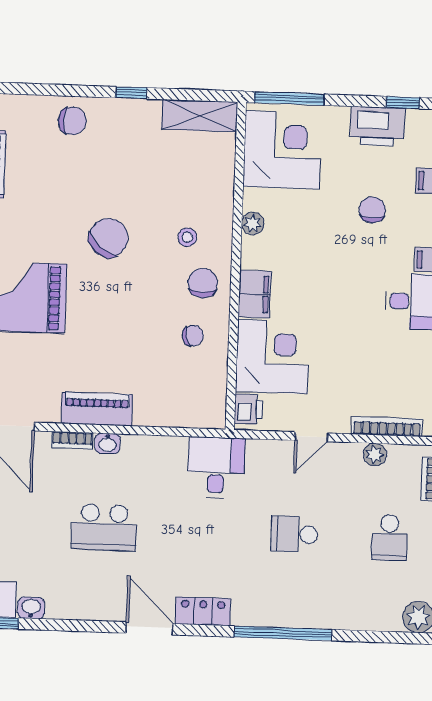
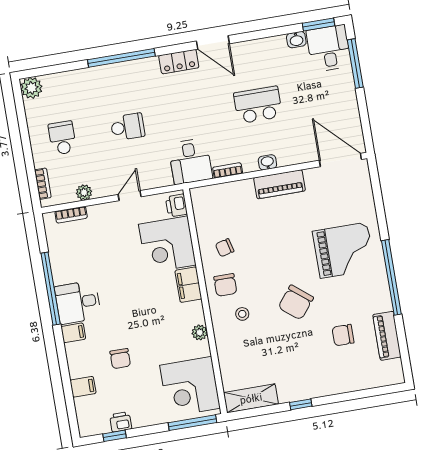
chair: (72, 121) -> (343, 335), moved
printer: (377, 126) -> (121, 422), width x0.53, depth x0.68
bookcase: (387, 427) -> (71, 215), width x0.64
bookcase: (72, 440) -> (228, 170), moved

